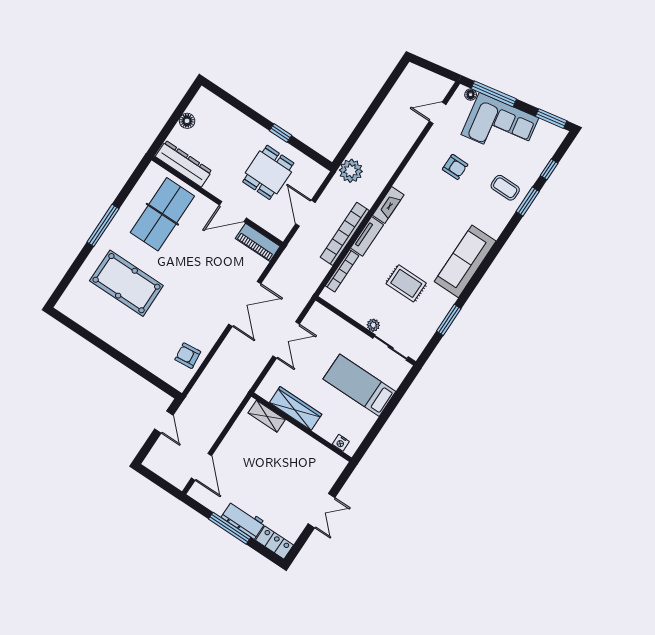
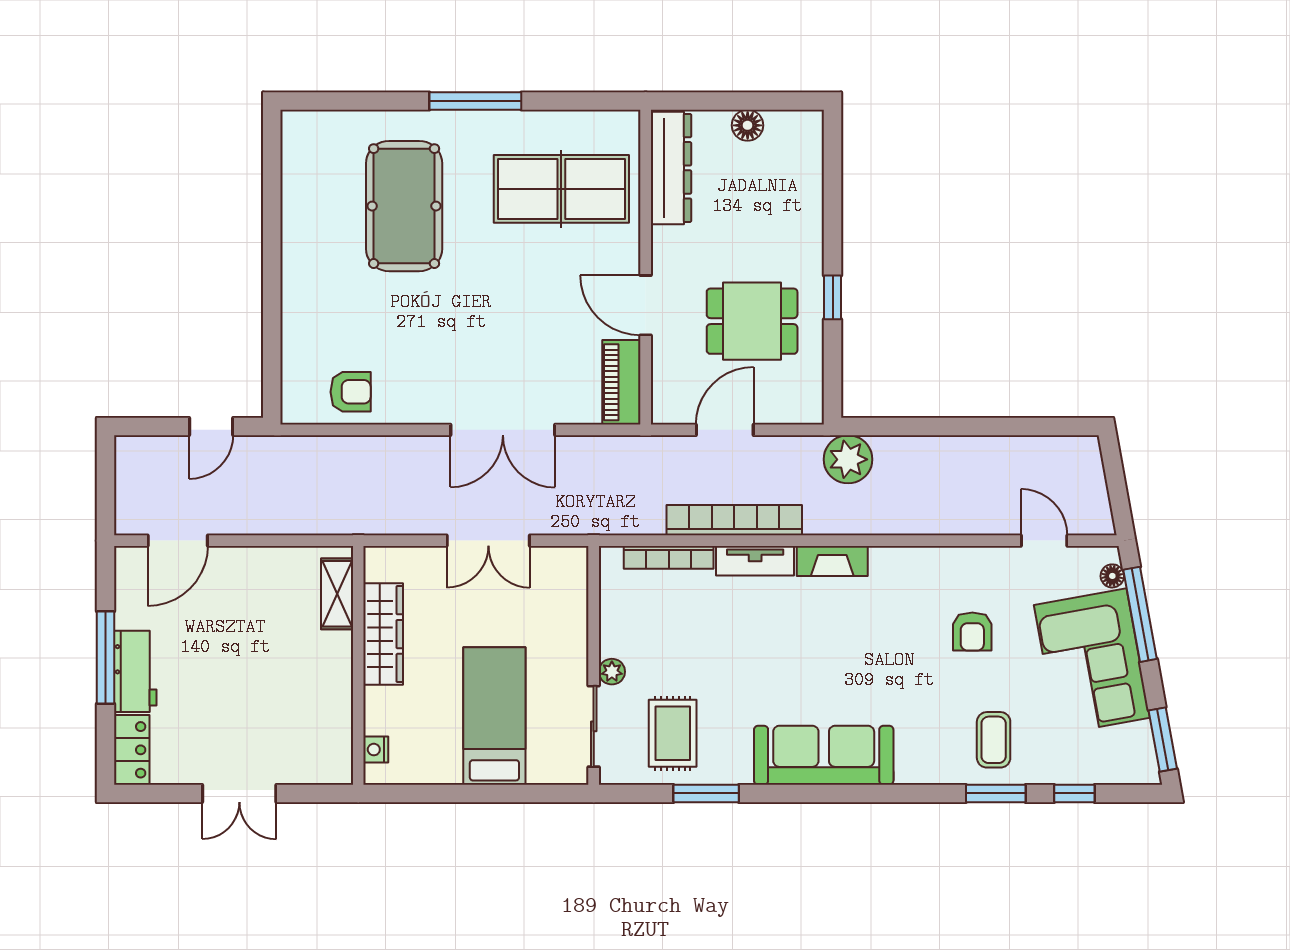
rug: (406, 283) -> (673, 733), moved
armchair: (188, 356) -> (351, 392), turned 96

